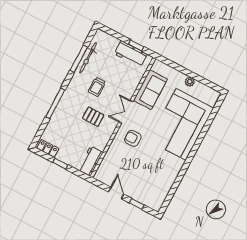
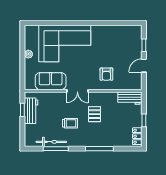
armchair: (133, 138) -> (106, 74), moved

